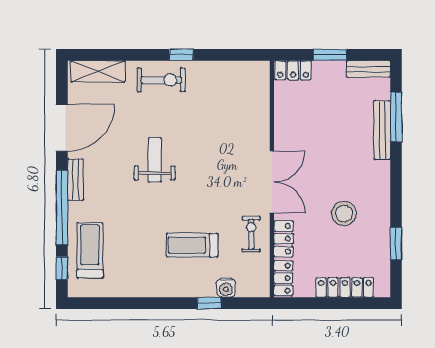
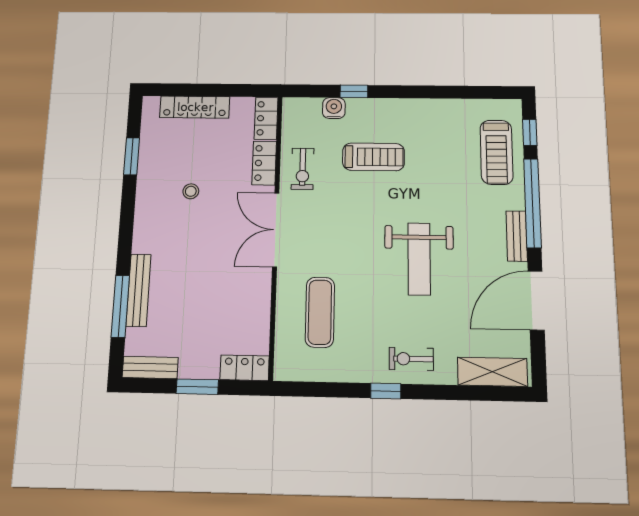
exercise bike: (161, 80) -> (411, 359), width x0.73, depth x0.72
exercise mat: (234, 115) -> (320, 312), added
weight bench: (155, 160) -> (419, 259), width x1.36, depth x1.33
stool: (344, 213) -> (191, 191), width x0.53, depth x0.53

